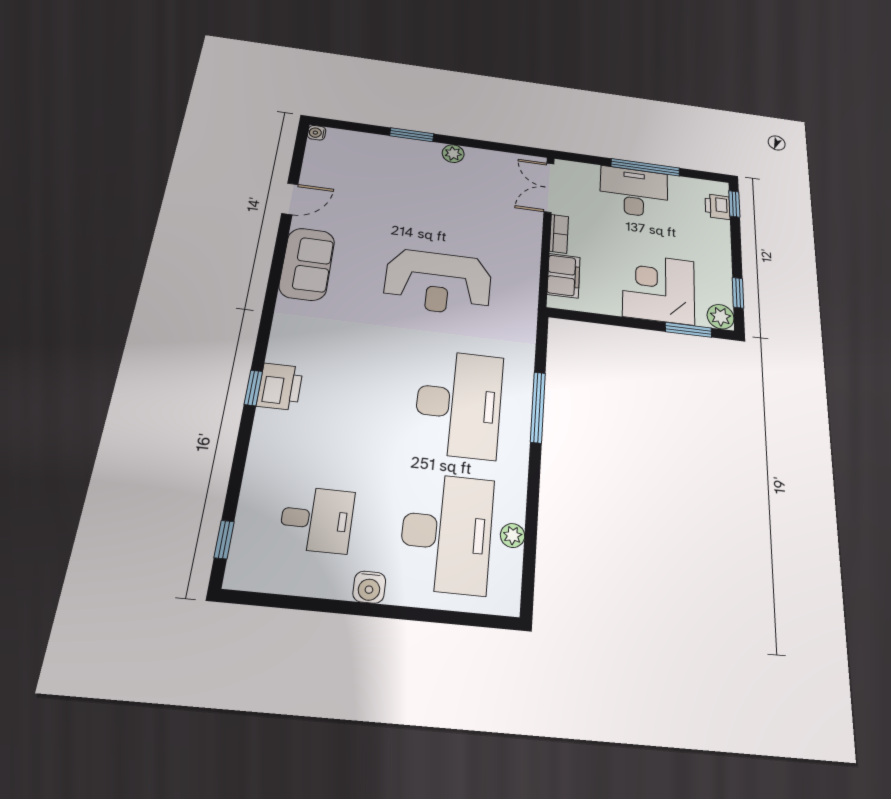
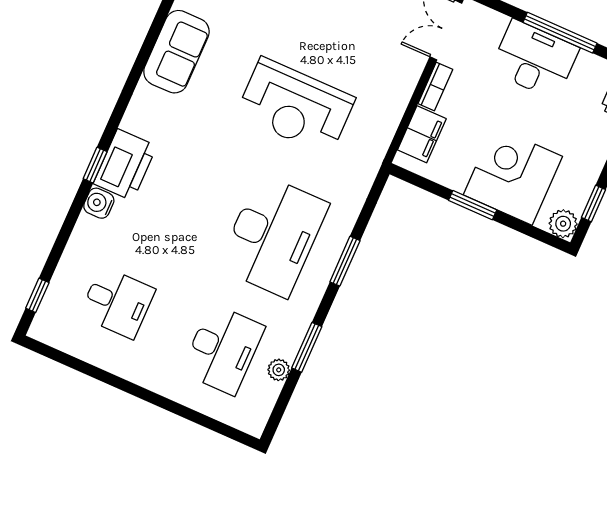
window: (688, 330) -> (473, 205), moved
printer: (280, 387) -> (125, 165), width x1.37, depth x1.19
window: (538, 407) -> (345, 261), width x0.69
window: (532, 503) -> (307, 347), added
desk: (447, 533) -> (223, 349), width x0.73, depth x0.77
water cooler: (369, 587) -> (99, 203), moved, turned 90

